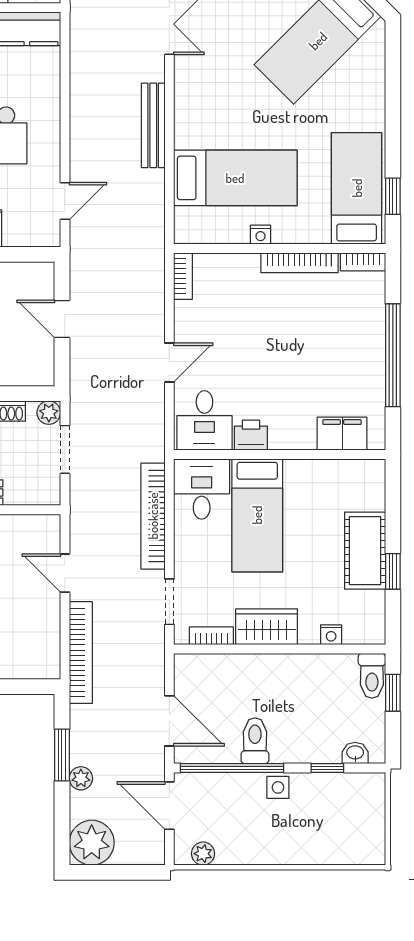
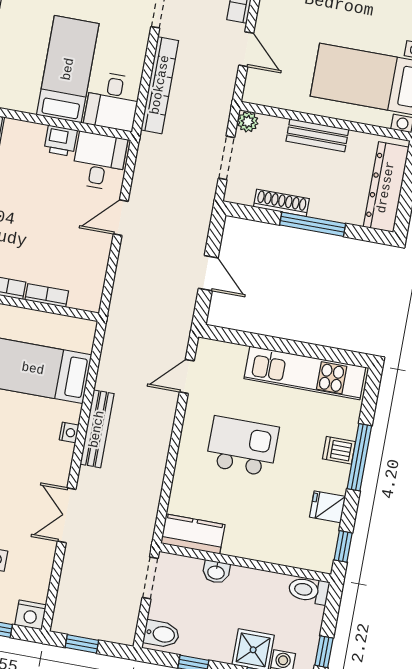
nightstand: (261, 235) -> (69, 432), moved, turned 90
bookcase: (183, 276) -> (47, 295), moved, turned 90
plant: (49, 413) -> (248, 122), moved

